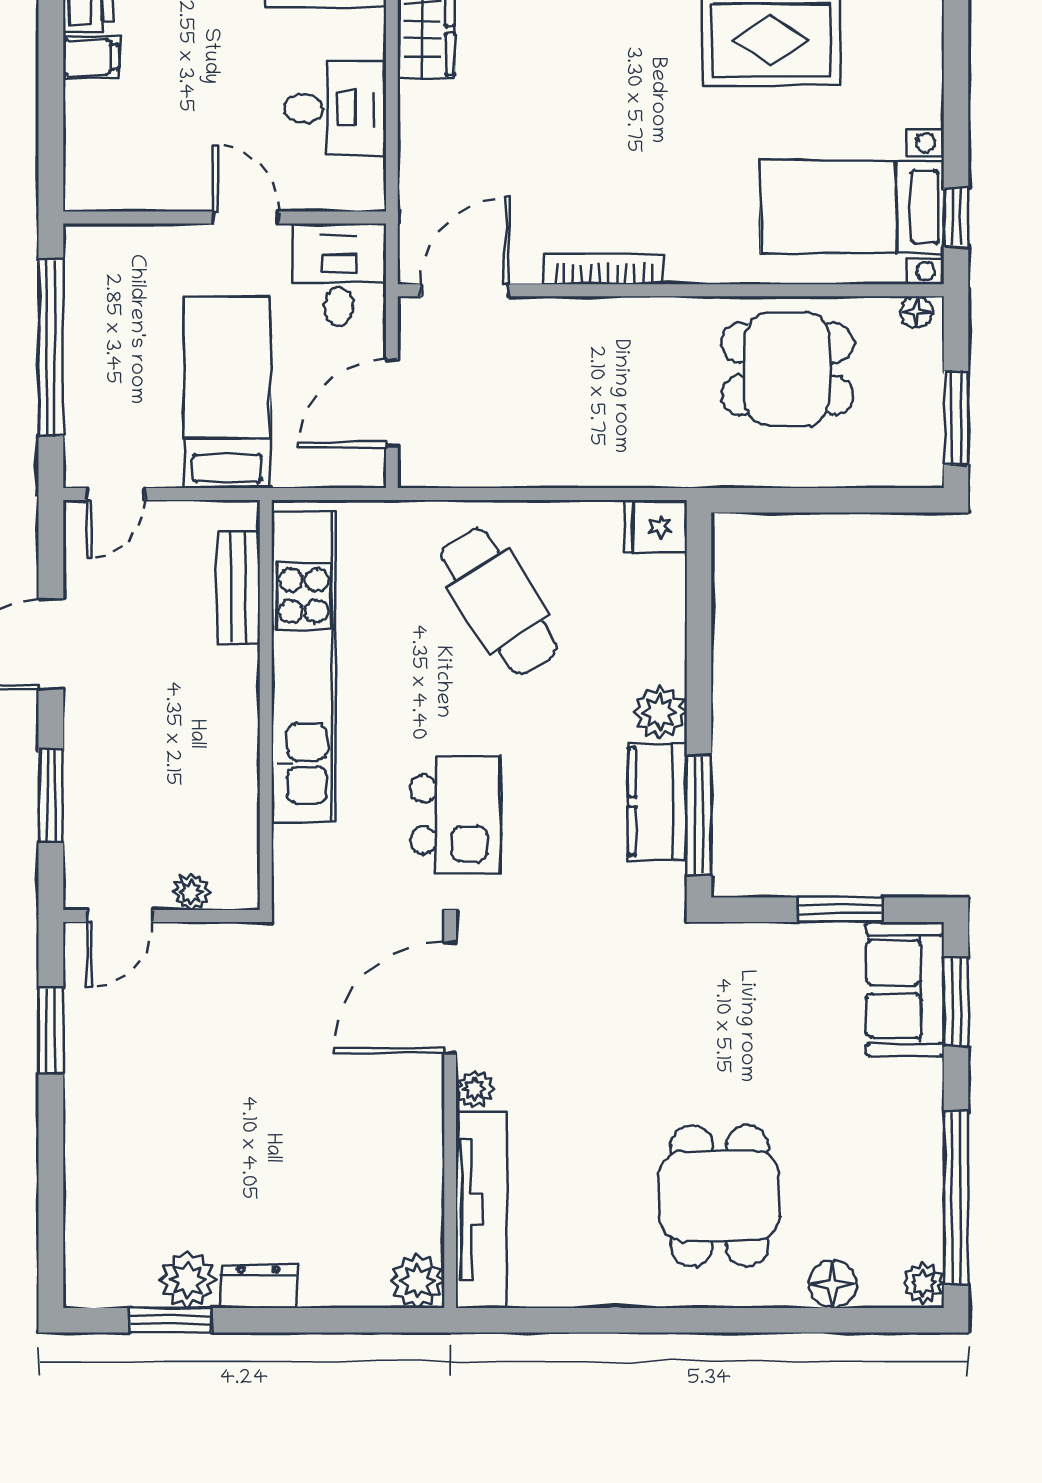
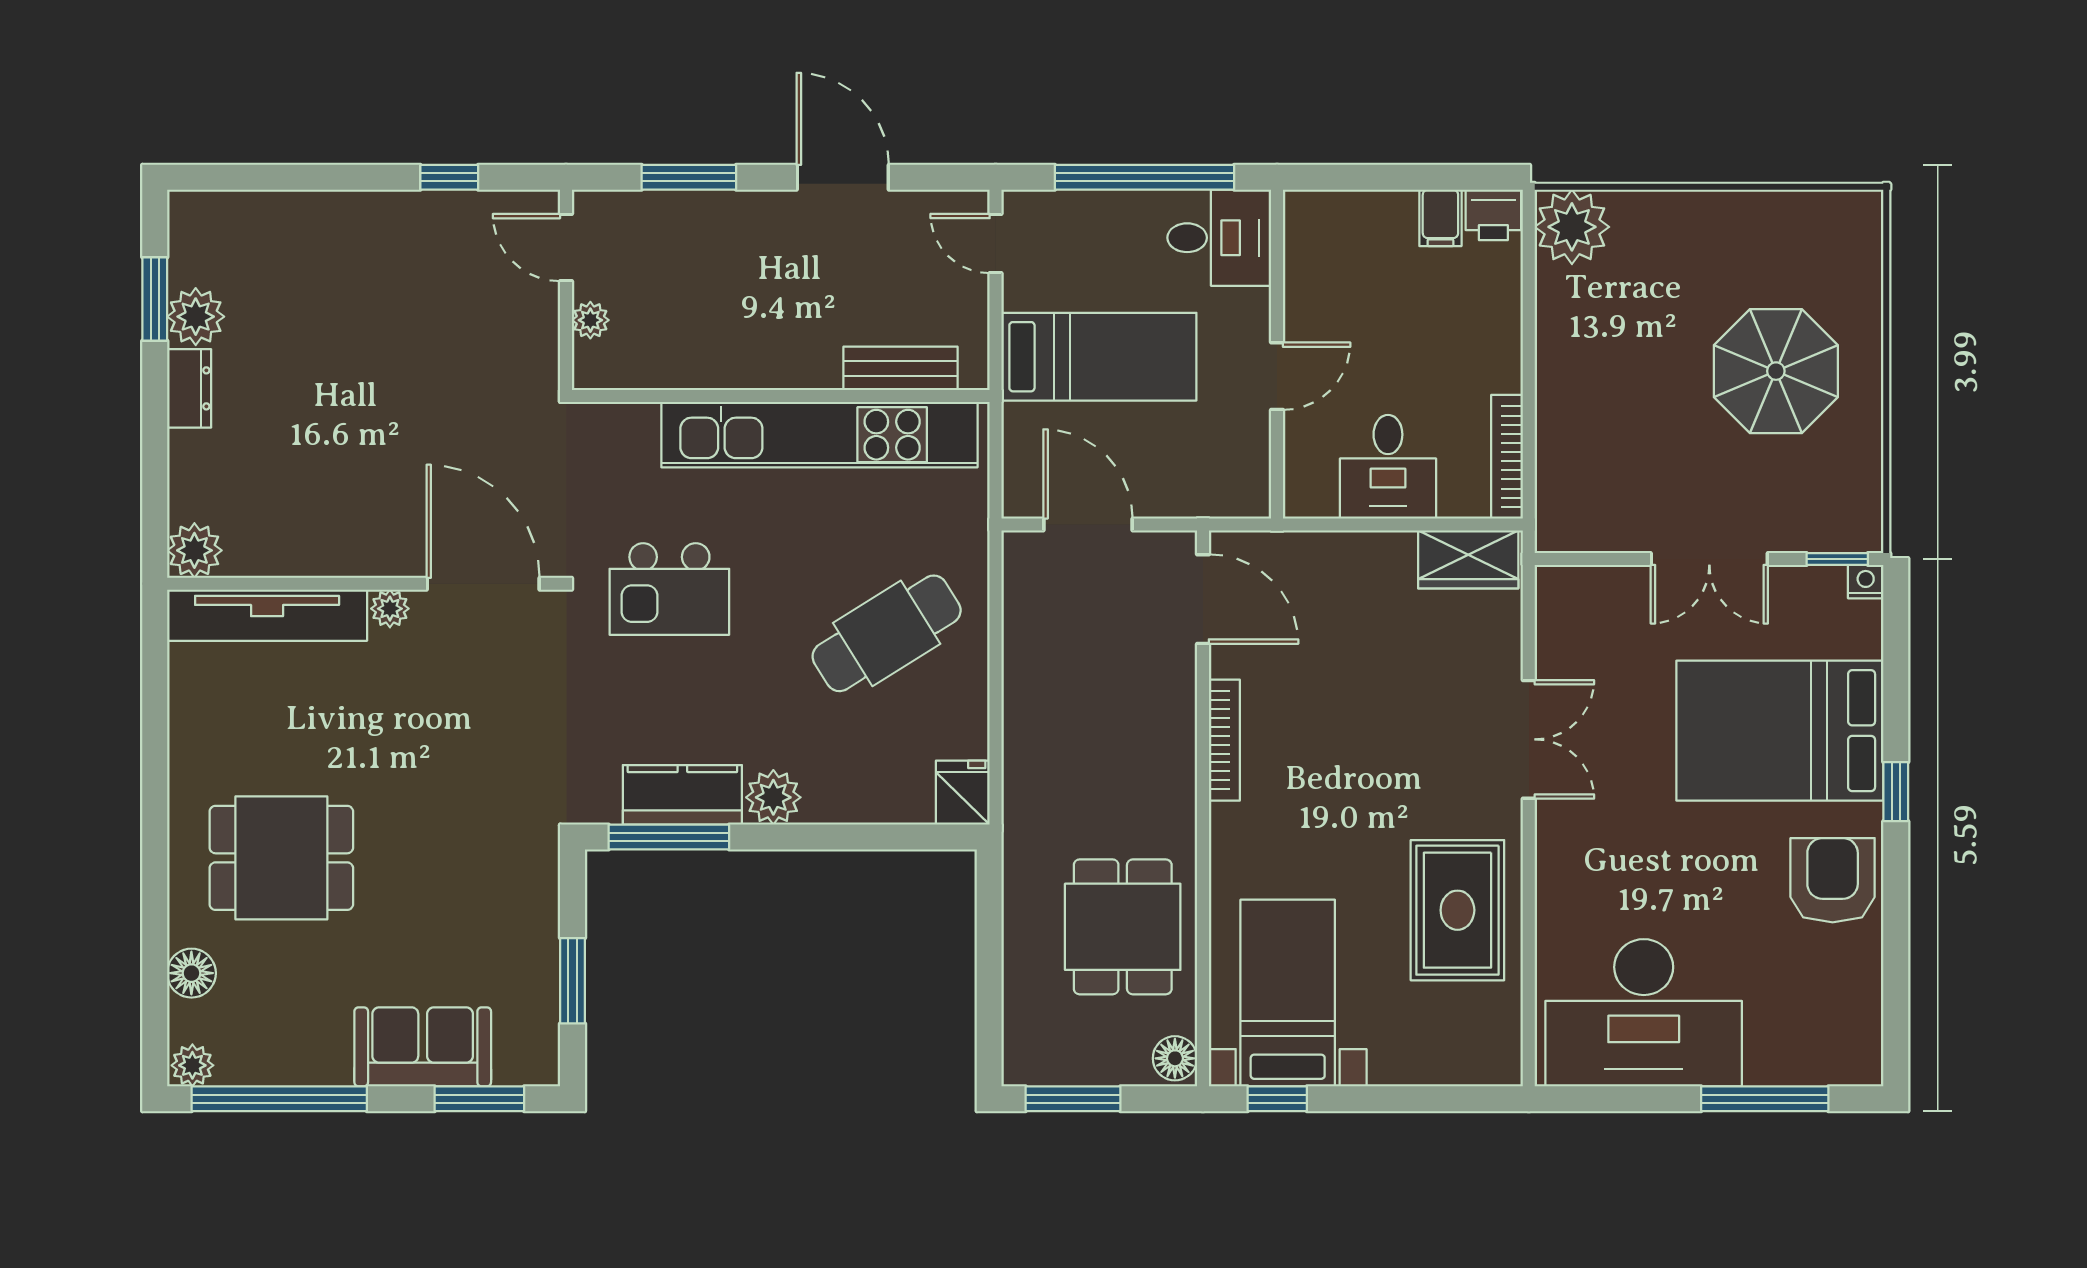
desk: (339, 274) -> (1219, 238), moved
floor lamp: (916, 312) -> (1175, 1058), width x1.37, depth x1.37
sofa: (905, 989) -> (423, 1047), moved
window: (51, 1031) -> (449, 177), width x0.67

